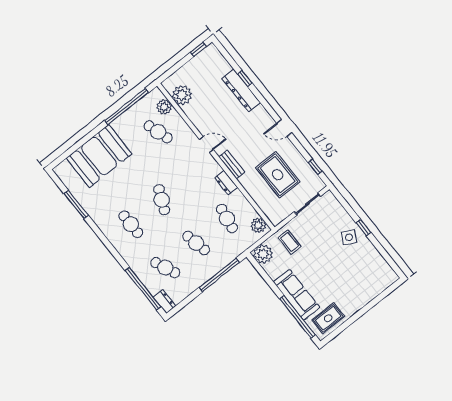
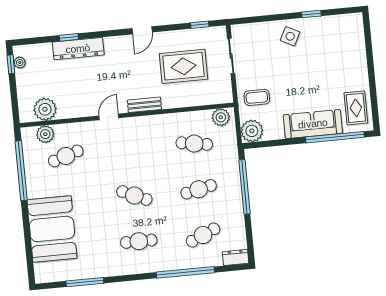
plant: (204, 55) -> (20, 63), added
dresser: (226, 183) -> (159, 122), removed
window: (363, 228) -> (311, 14), moved
window: (143, 289) -> (185, 272), moved

